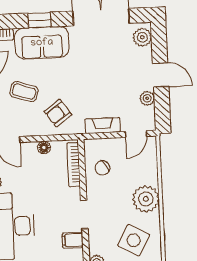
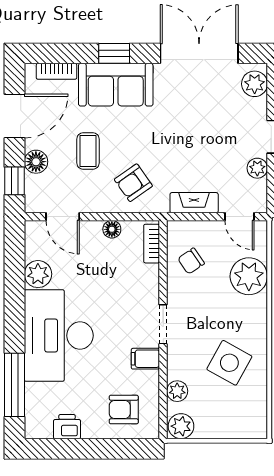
coffee table: (24, 92) -> (88, 151), turned 72
door: (136, 134) -> (240, 217), hinge flipped
bookcase: (74, 165) -> (152, 244), width x0.64
plant: (146, 199) -> (249, 276), moved

